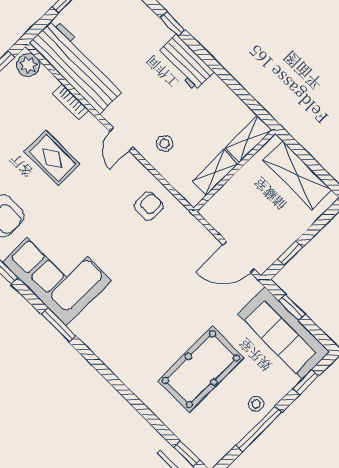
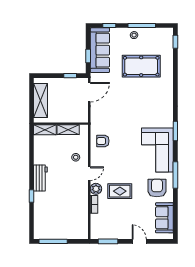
plant: (28, 65) -> (96, 189), moved
workbench: (77, 66) -> (79, 215), removed
rug: (52, 158) -> (120, 191), turned 90
door: (239, 257) -> (89, 92), hinge flipped

